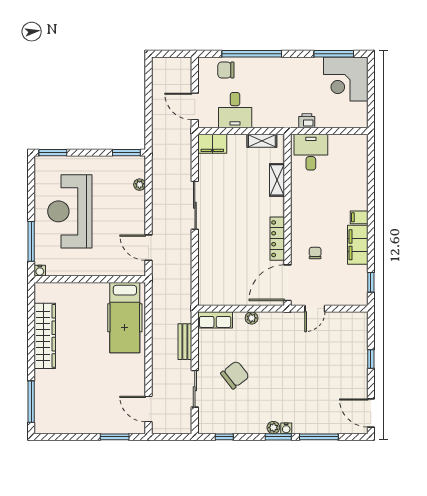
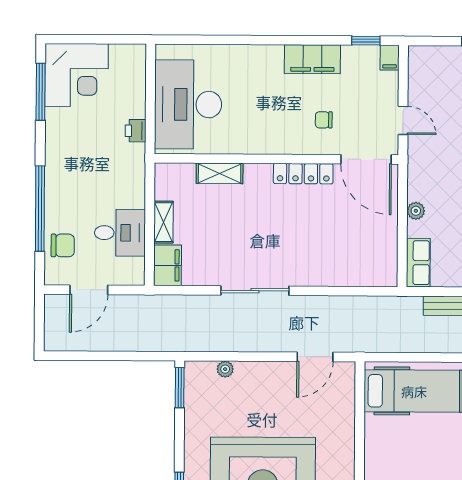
chair: (226, 70) -> (63, 245), turned -90
door: (195, 106) -> (89, 290), moved
shelving: (262, 141) -> (164, 222), moved
desk: (311, 152) -> (188, 104), width x1.87, depth x1.30
filing cabinet: (359, 217) -> (390, 58), moved

